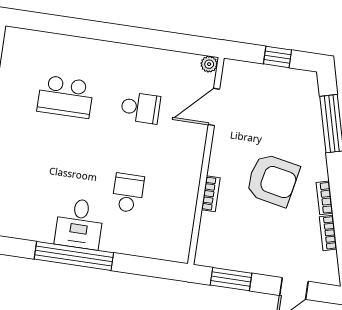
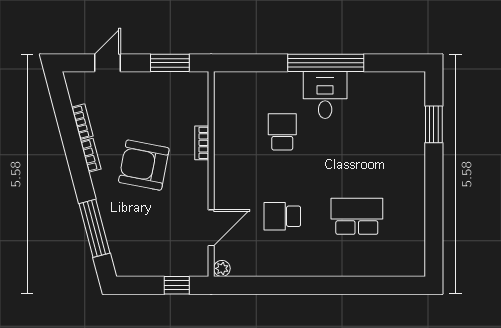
window: (277, 57) -> (177, 285), moved
school desk: (128, 193) -> (282, 132), turned 180

